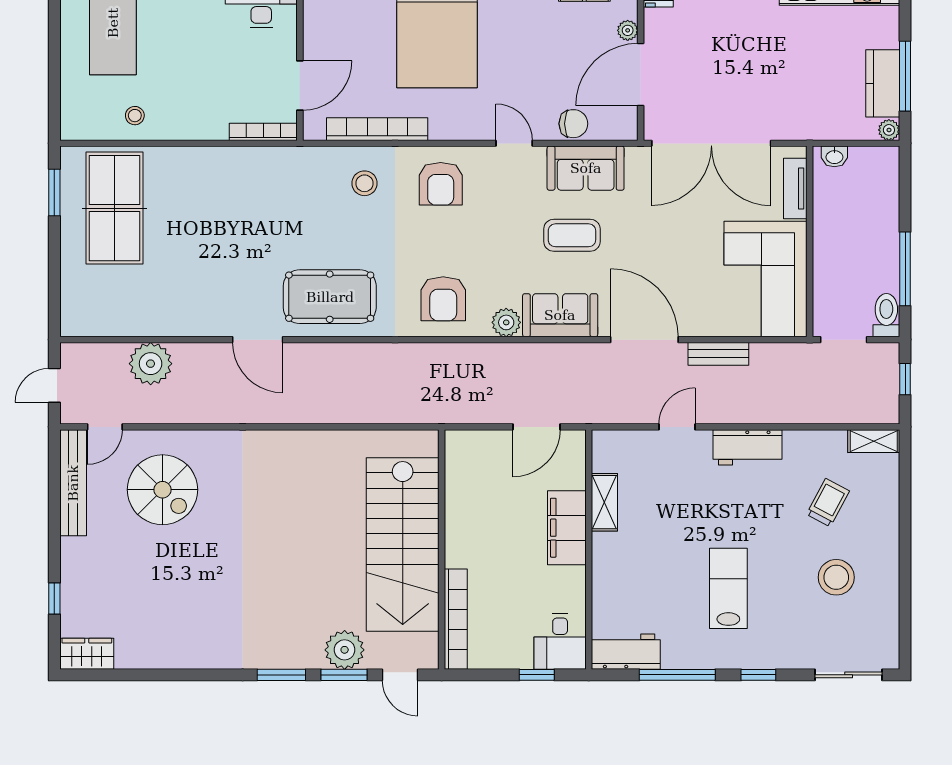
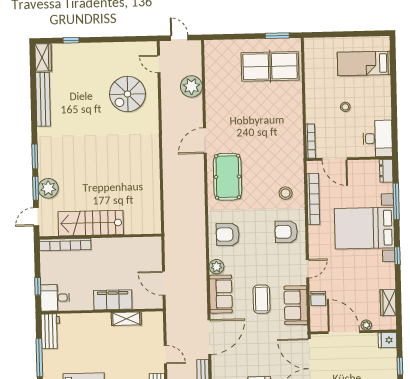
stool: (135, 116) -> (345, 107), moved
bench: (73, 483) -> (43, 99), moved, turned 90
stairs: (403, 545) -> (91, 223), width x0.73, depth x0.66

